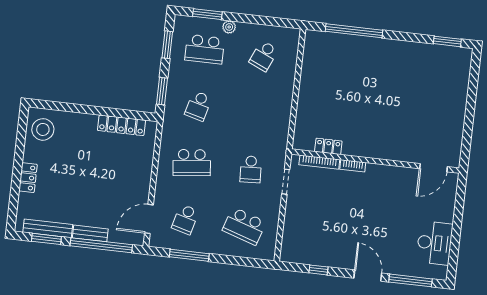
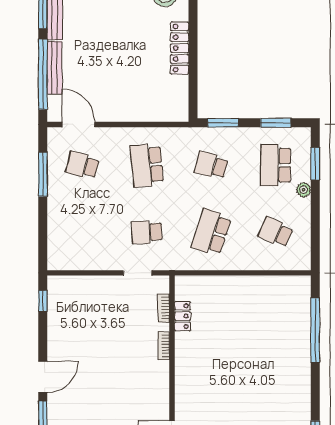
locker: (121, 125) -> (180, 48), moved
bookcase: (319, 162) -> (164, 308), width x0.64
school desk: (244, 226) -> (211, 232), moved
bench: (90, 233) -> (55, 68), width x1.36
window: (318, 270) -> (43, 301), moved

